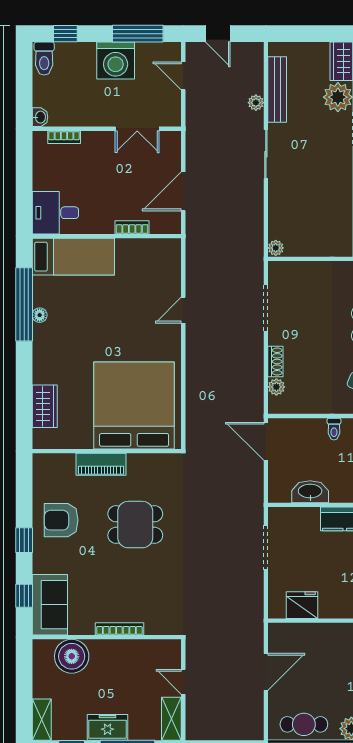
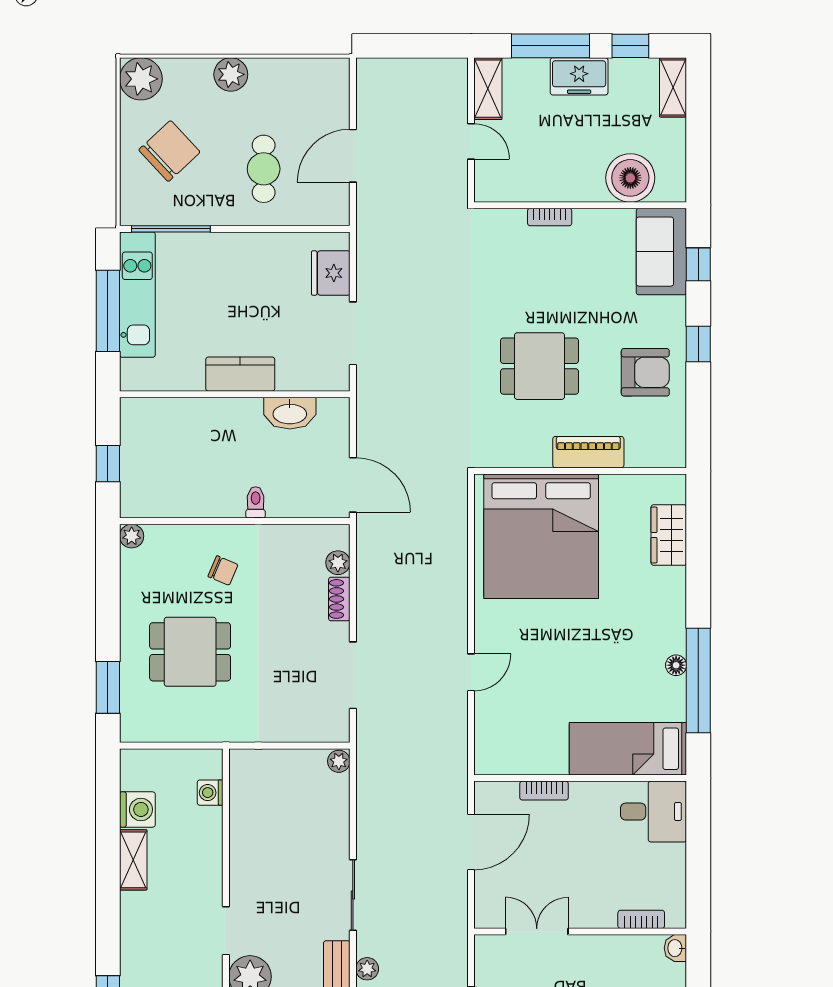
fridge: (302, 605) -> (331, 273), moved, turned 90
bookcase: (119, 629) -> (550, 217), width x0.64
cafe table: (304, 724) -> (264, 169), moved, turned 90

